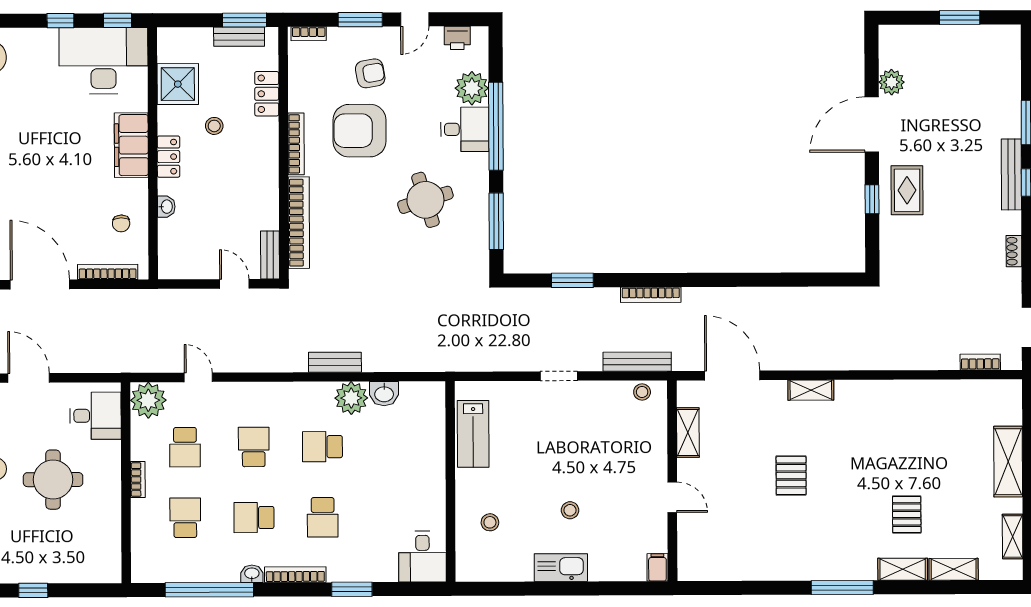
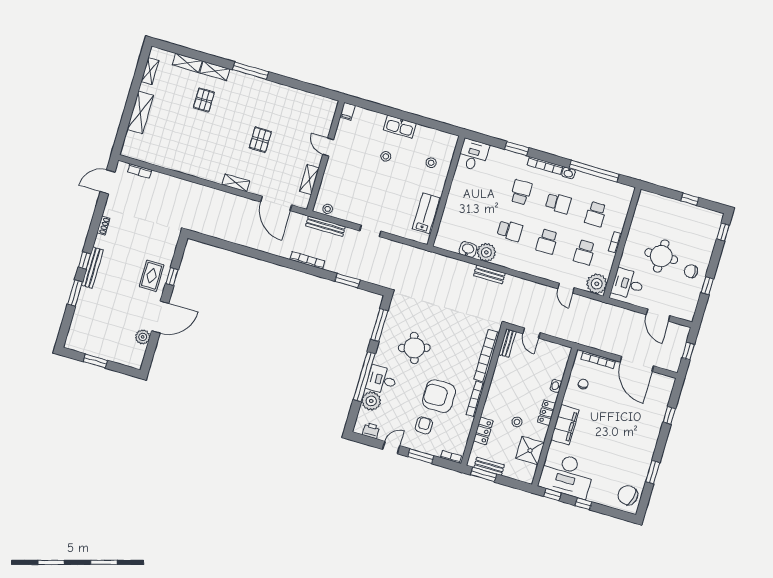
armchair: (370, 73) -> (424, 425), turned 100
armchair: (360, 131) -> (439, 396), turned 180
school desk: (185, 447) -> (584, 252), turned 180

